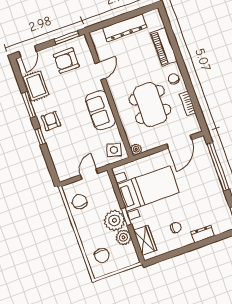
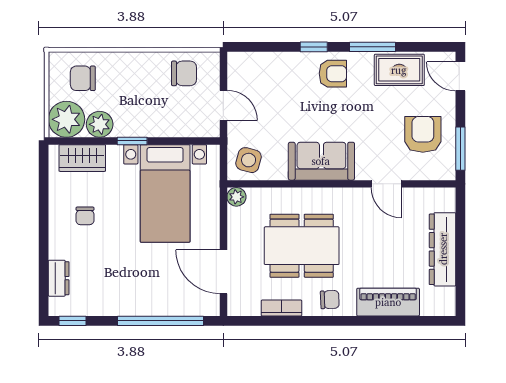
plant: (114, 220) -> (66, 119), moved
dresser: (203, 234) -> (59, 278), moved

